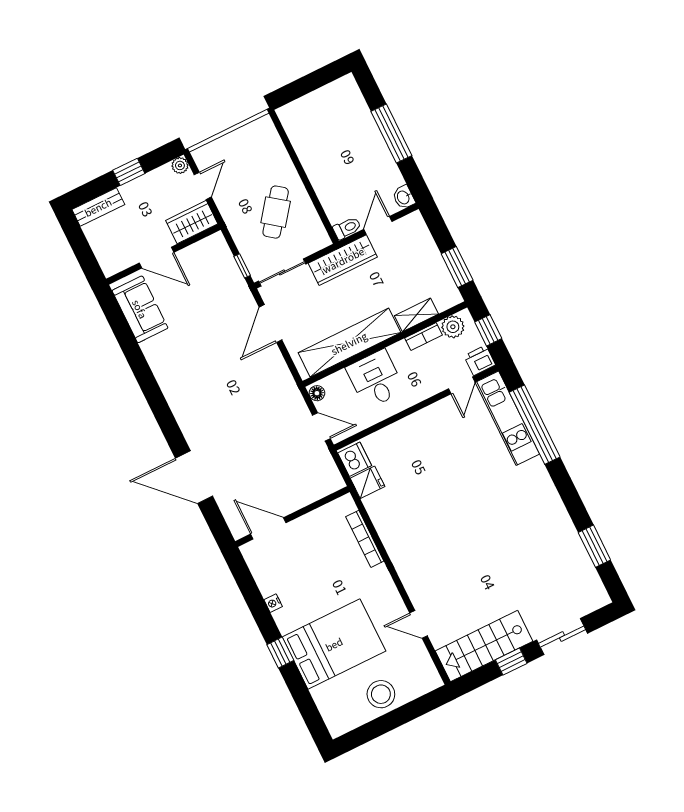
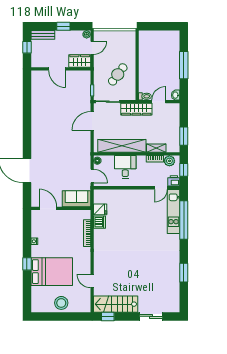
window: (80, 245) -> (27, 47), added
sofa: (140, 309) -> (77, 199), moved, turned -90
dishwasher: (355, 459) -> (100, 222), moved
window: (594, 546) -> (184, 273), moved
window: (511, 662) -> (108, 316), moved

